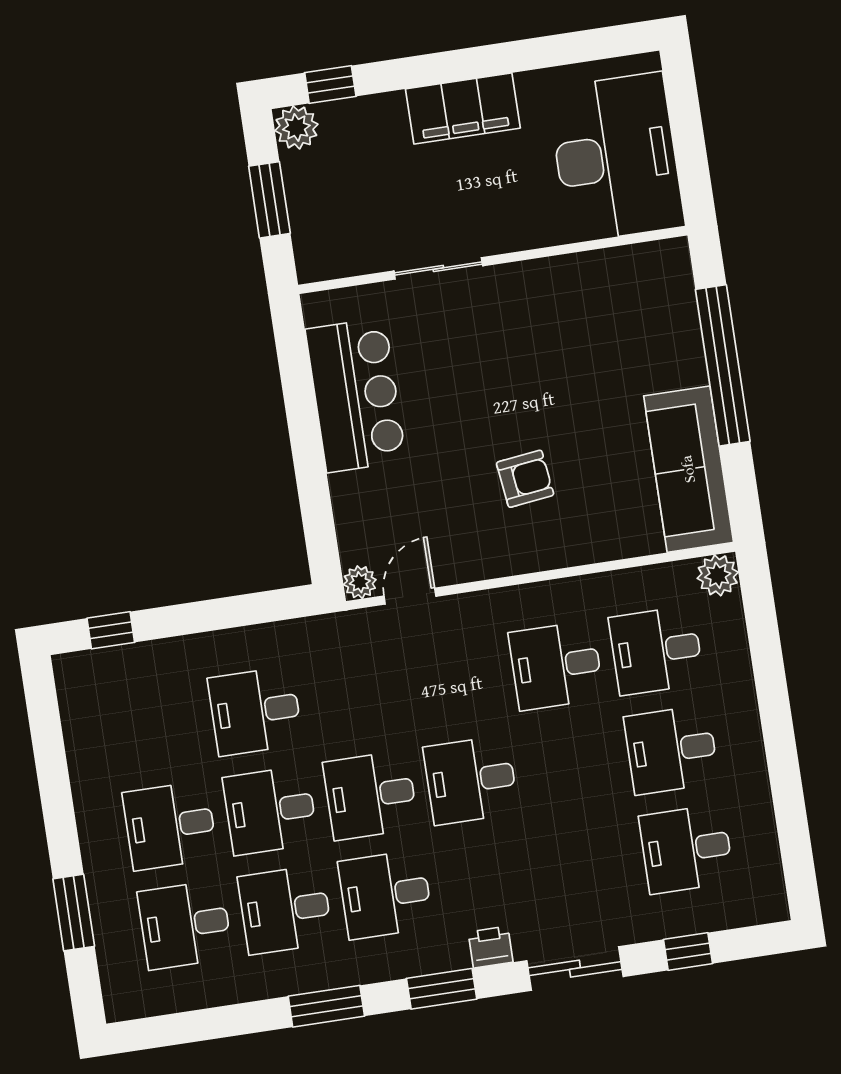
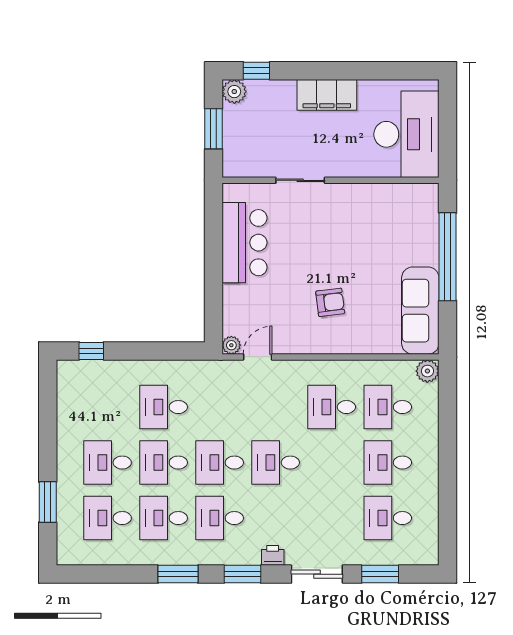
window: (688, 952) -> (380, 574), width x1.50

